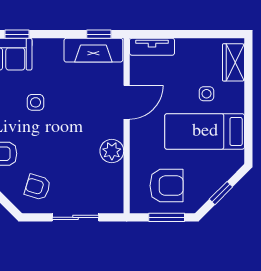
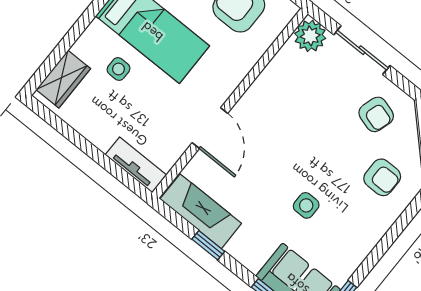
window: (99, 34) -> (208, 245), moved
door: (127, 102) -> (210, 128), swing flipped
plant: (112, 151) -> (310, 36), moved

